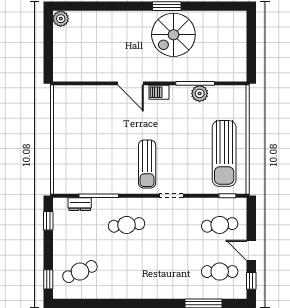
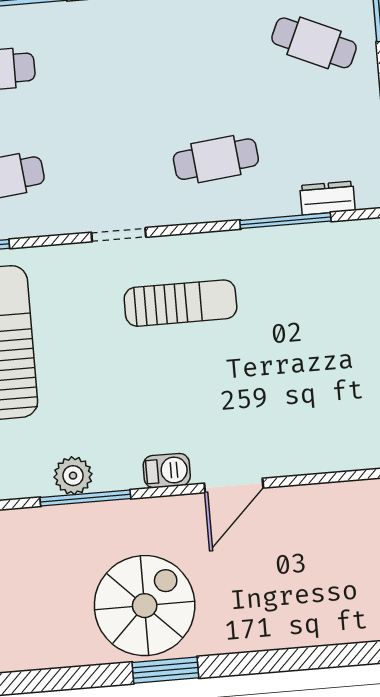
door: (131, 83) -> (234, 486), swing flipped
sun lounger: (147, 164) -> (180, 303), turned 90
cafe table: (80, 272) -> (314, 43), turned 48

